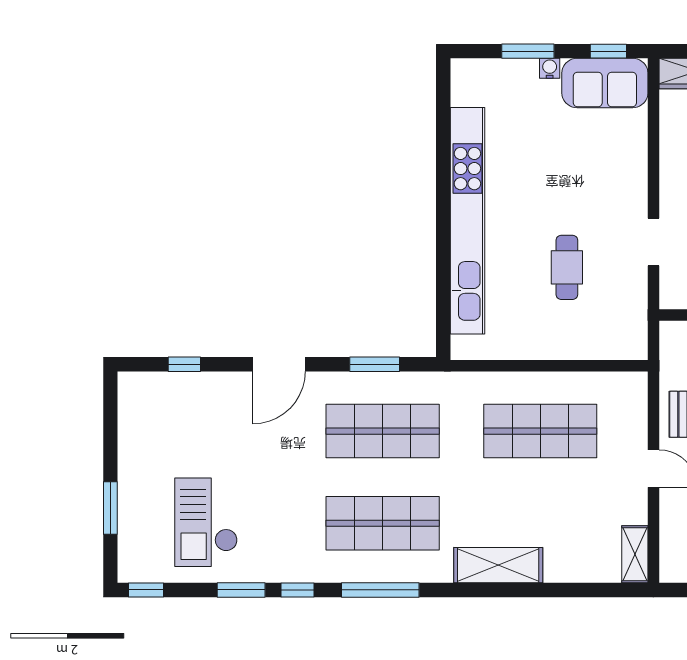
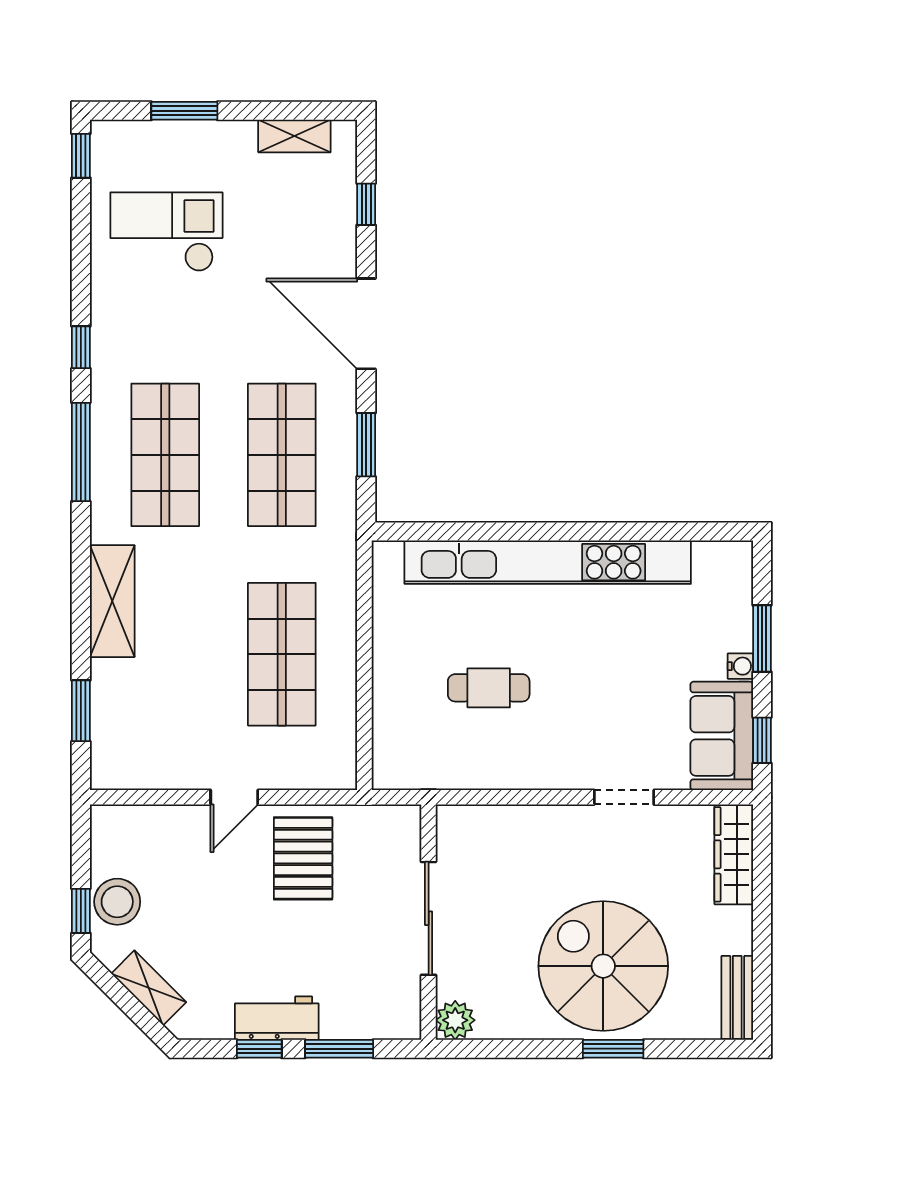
doorway: (653, 242) -> (624, 797), moved
door: (279, 364) -> (366, 324), width x1.36
shelving: (635, 554) -> (294, 136), moved
window: (241, 590) -> (81, 711), moved

